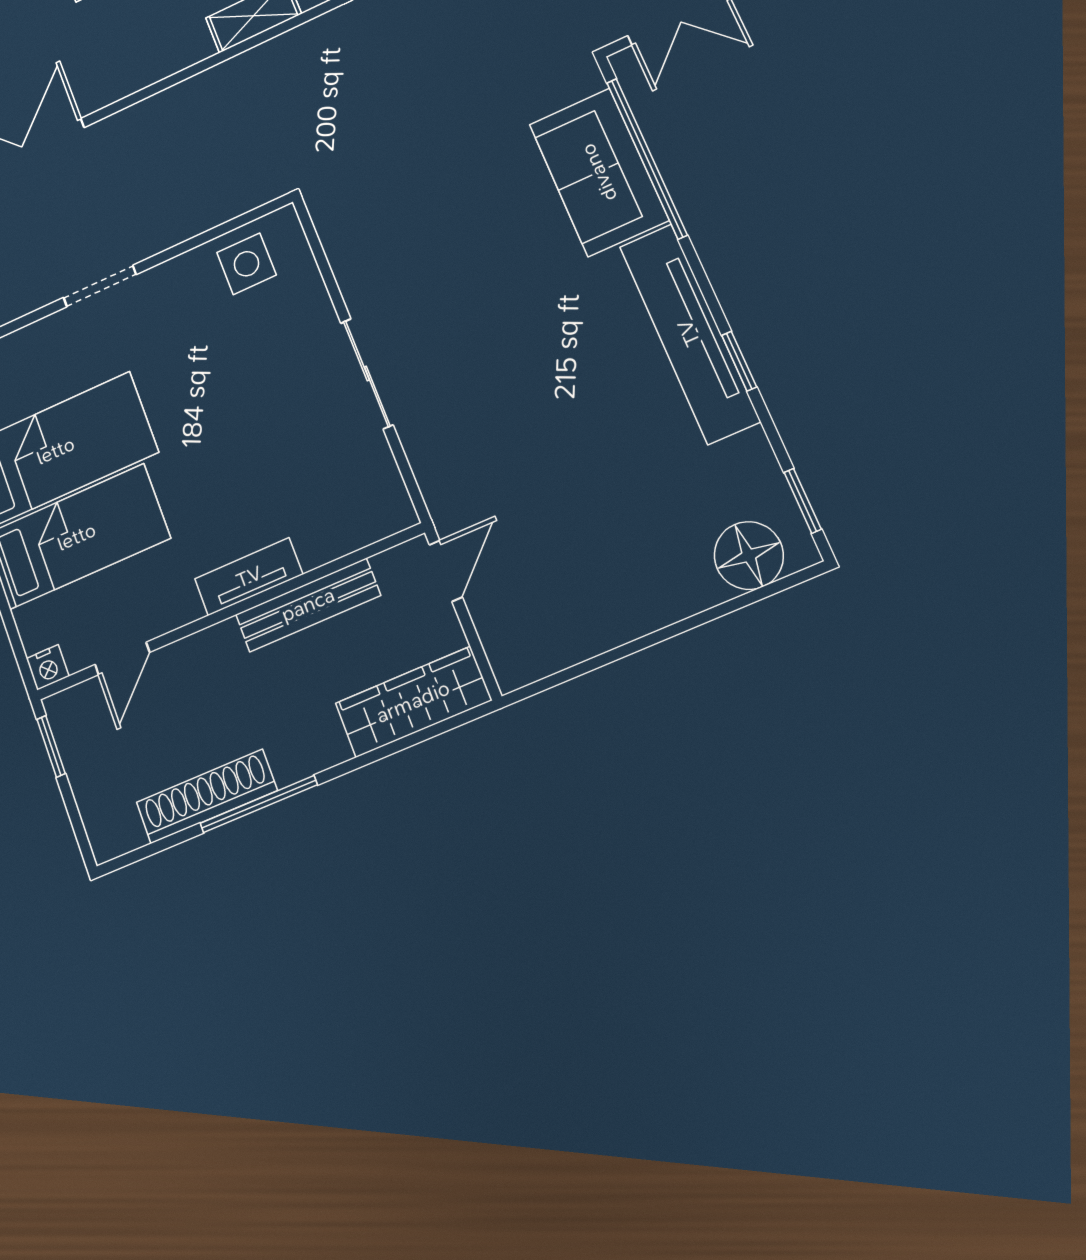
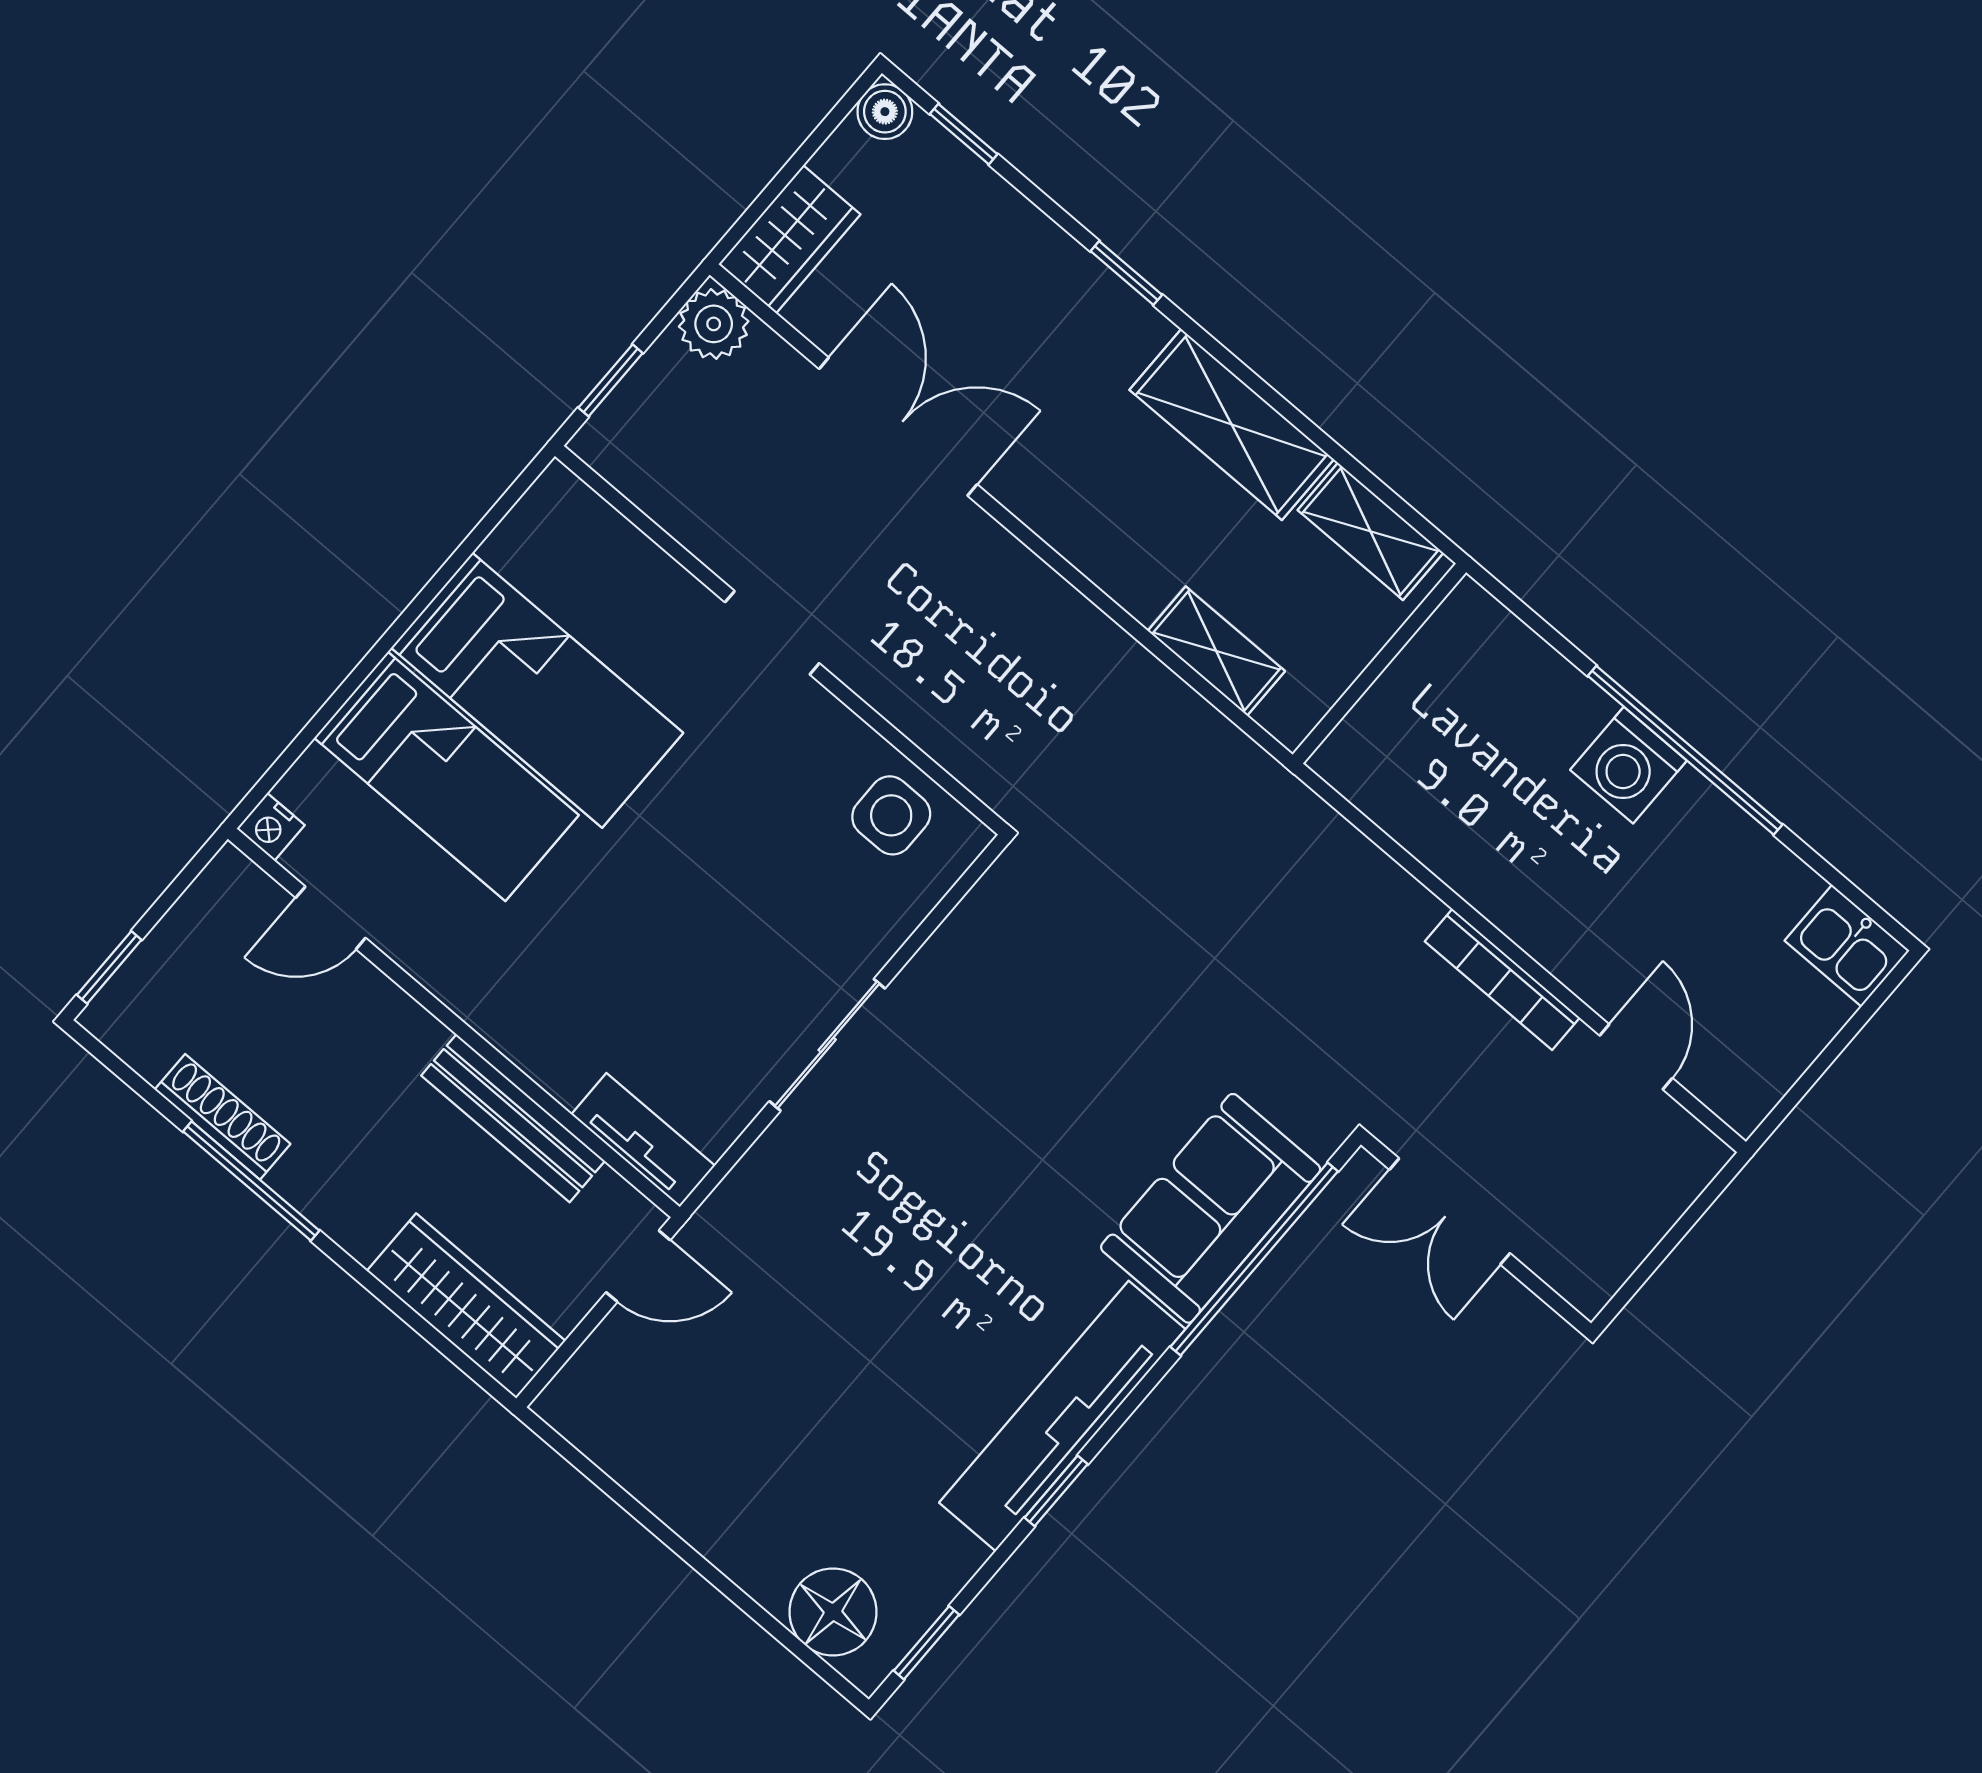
tv unit: (249, 577) -> (643, 1140), moved
window: (51, 746) -> (109, 967), moved
shoe rack: (207, 796) -> (223, 1117), width x0.74, depth x0.81

